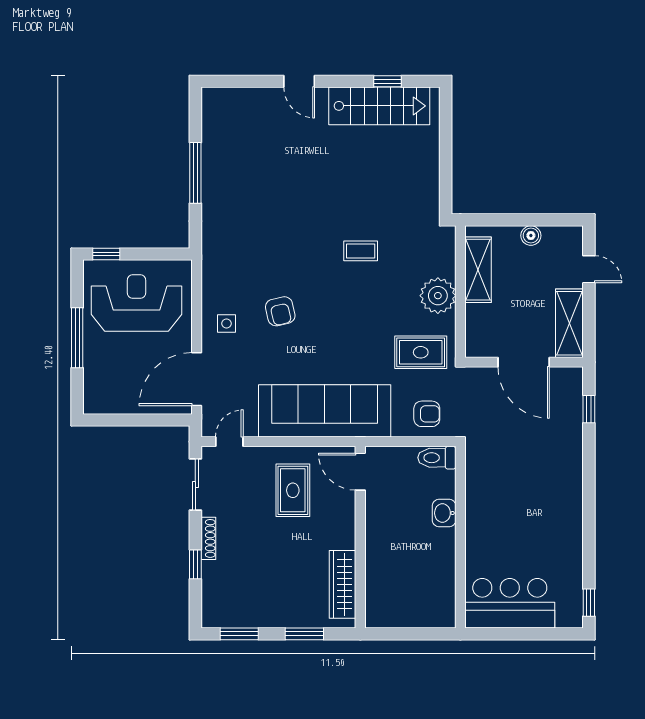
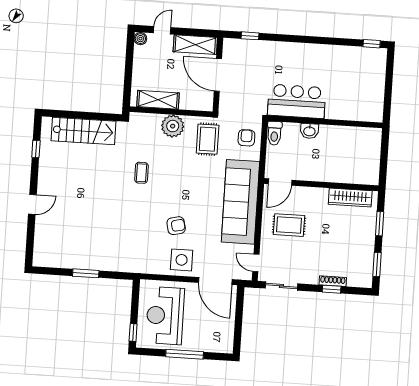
stairs: (379, 106) -> (83, 131), moved, turned 90
window: (195, 173) -> (86, 273), width x0.69
boiler: (531, 236) -> (140, 39), moved
side table: (227, 324) -> (182, 260), width x1.87, depth x1.87
door: (524, 362) -> (218, 75), swing flipped
shoe rack: (208, 538) -> (333, 281), moved
bar counter: (510, 603) -> (297, 101), moved, turned 90

